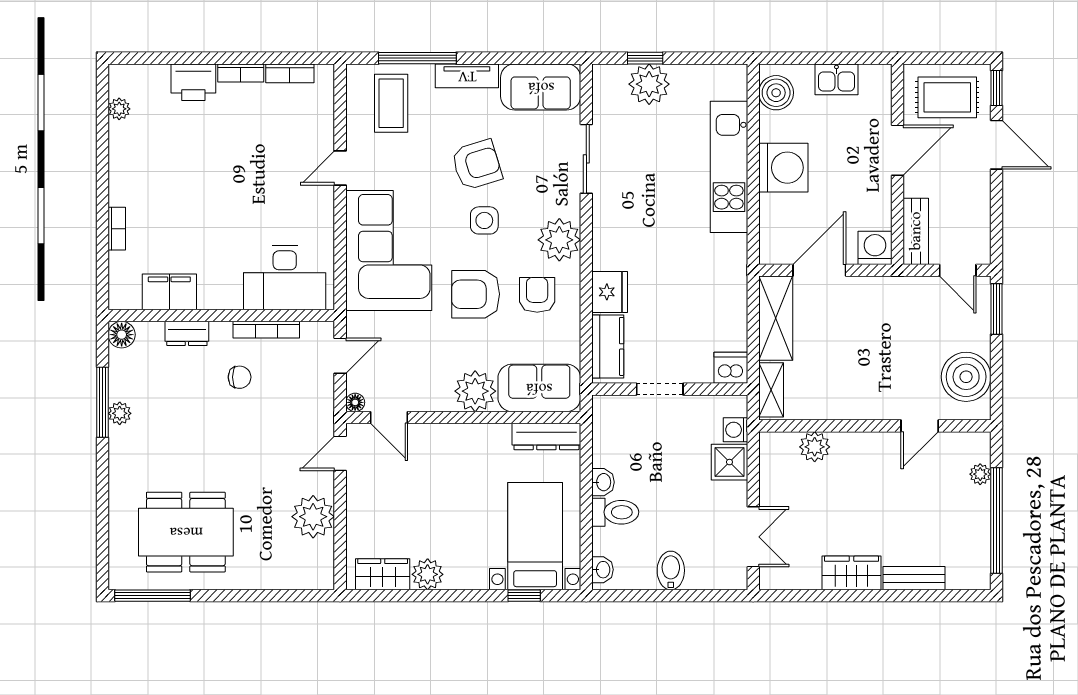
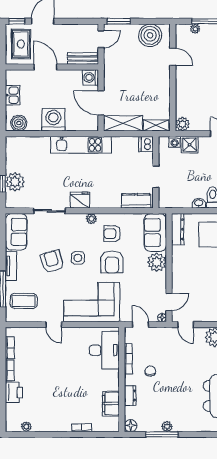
kitchen unit: (729, 167) -> (81, 145), moved
plant: (559, 240) -> (91, 219), width x0.53, depth x0.53
fridge: (610, 292) -> (80, 200), moved
plant: (815, 447) -> (182, 124), moved

